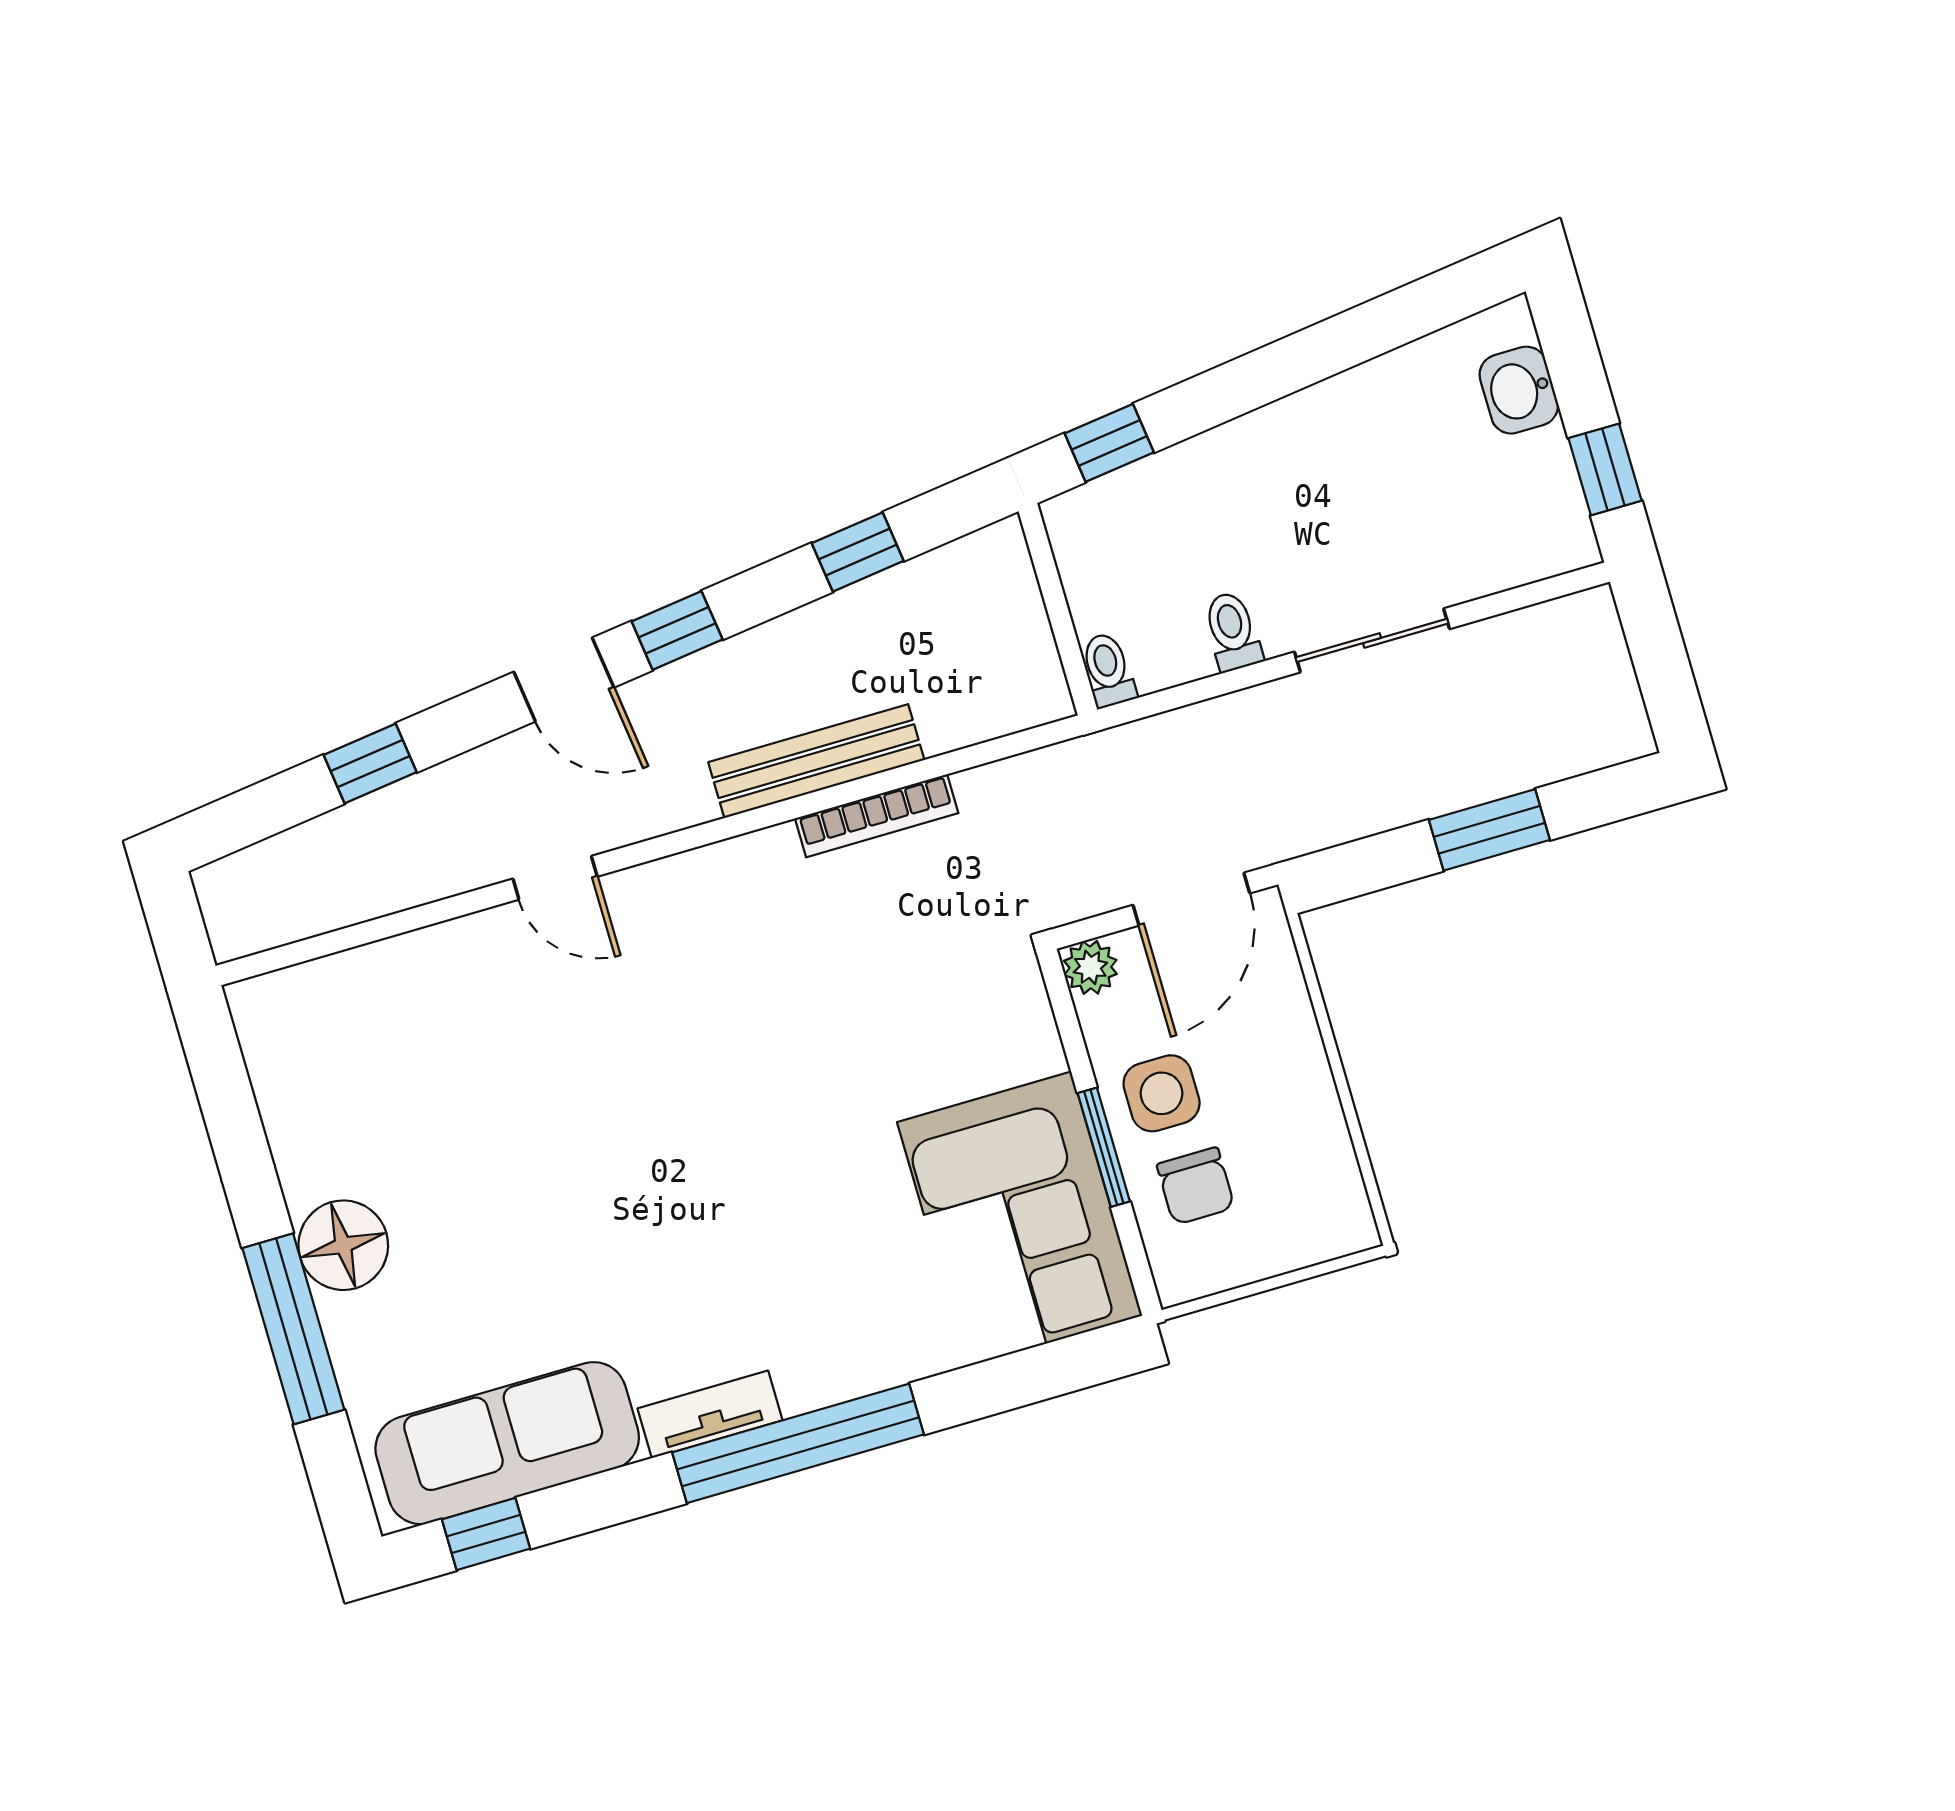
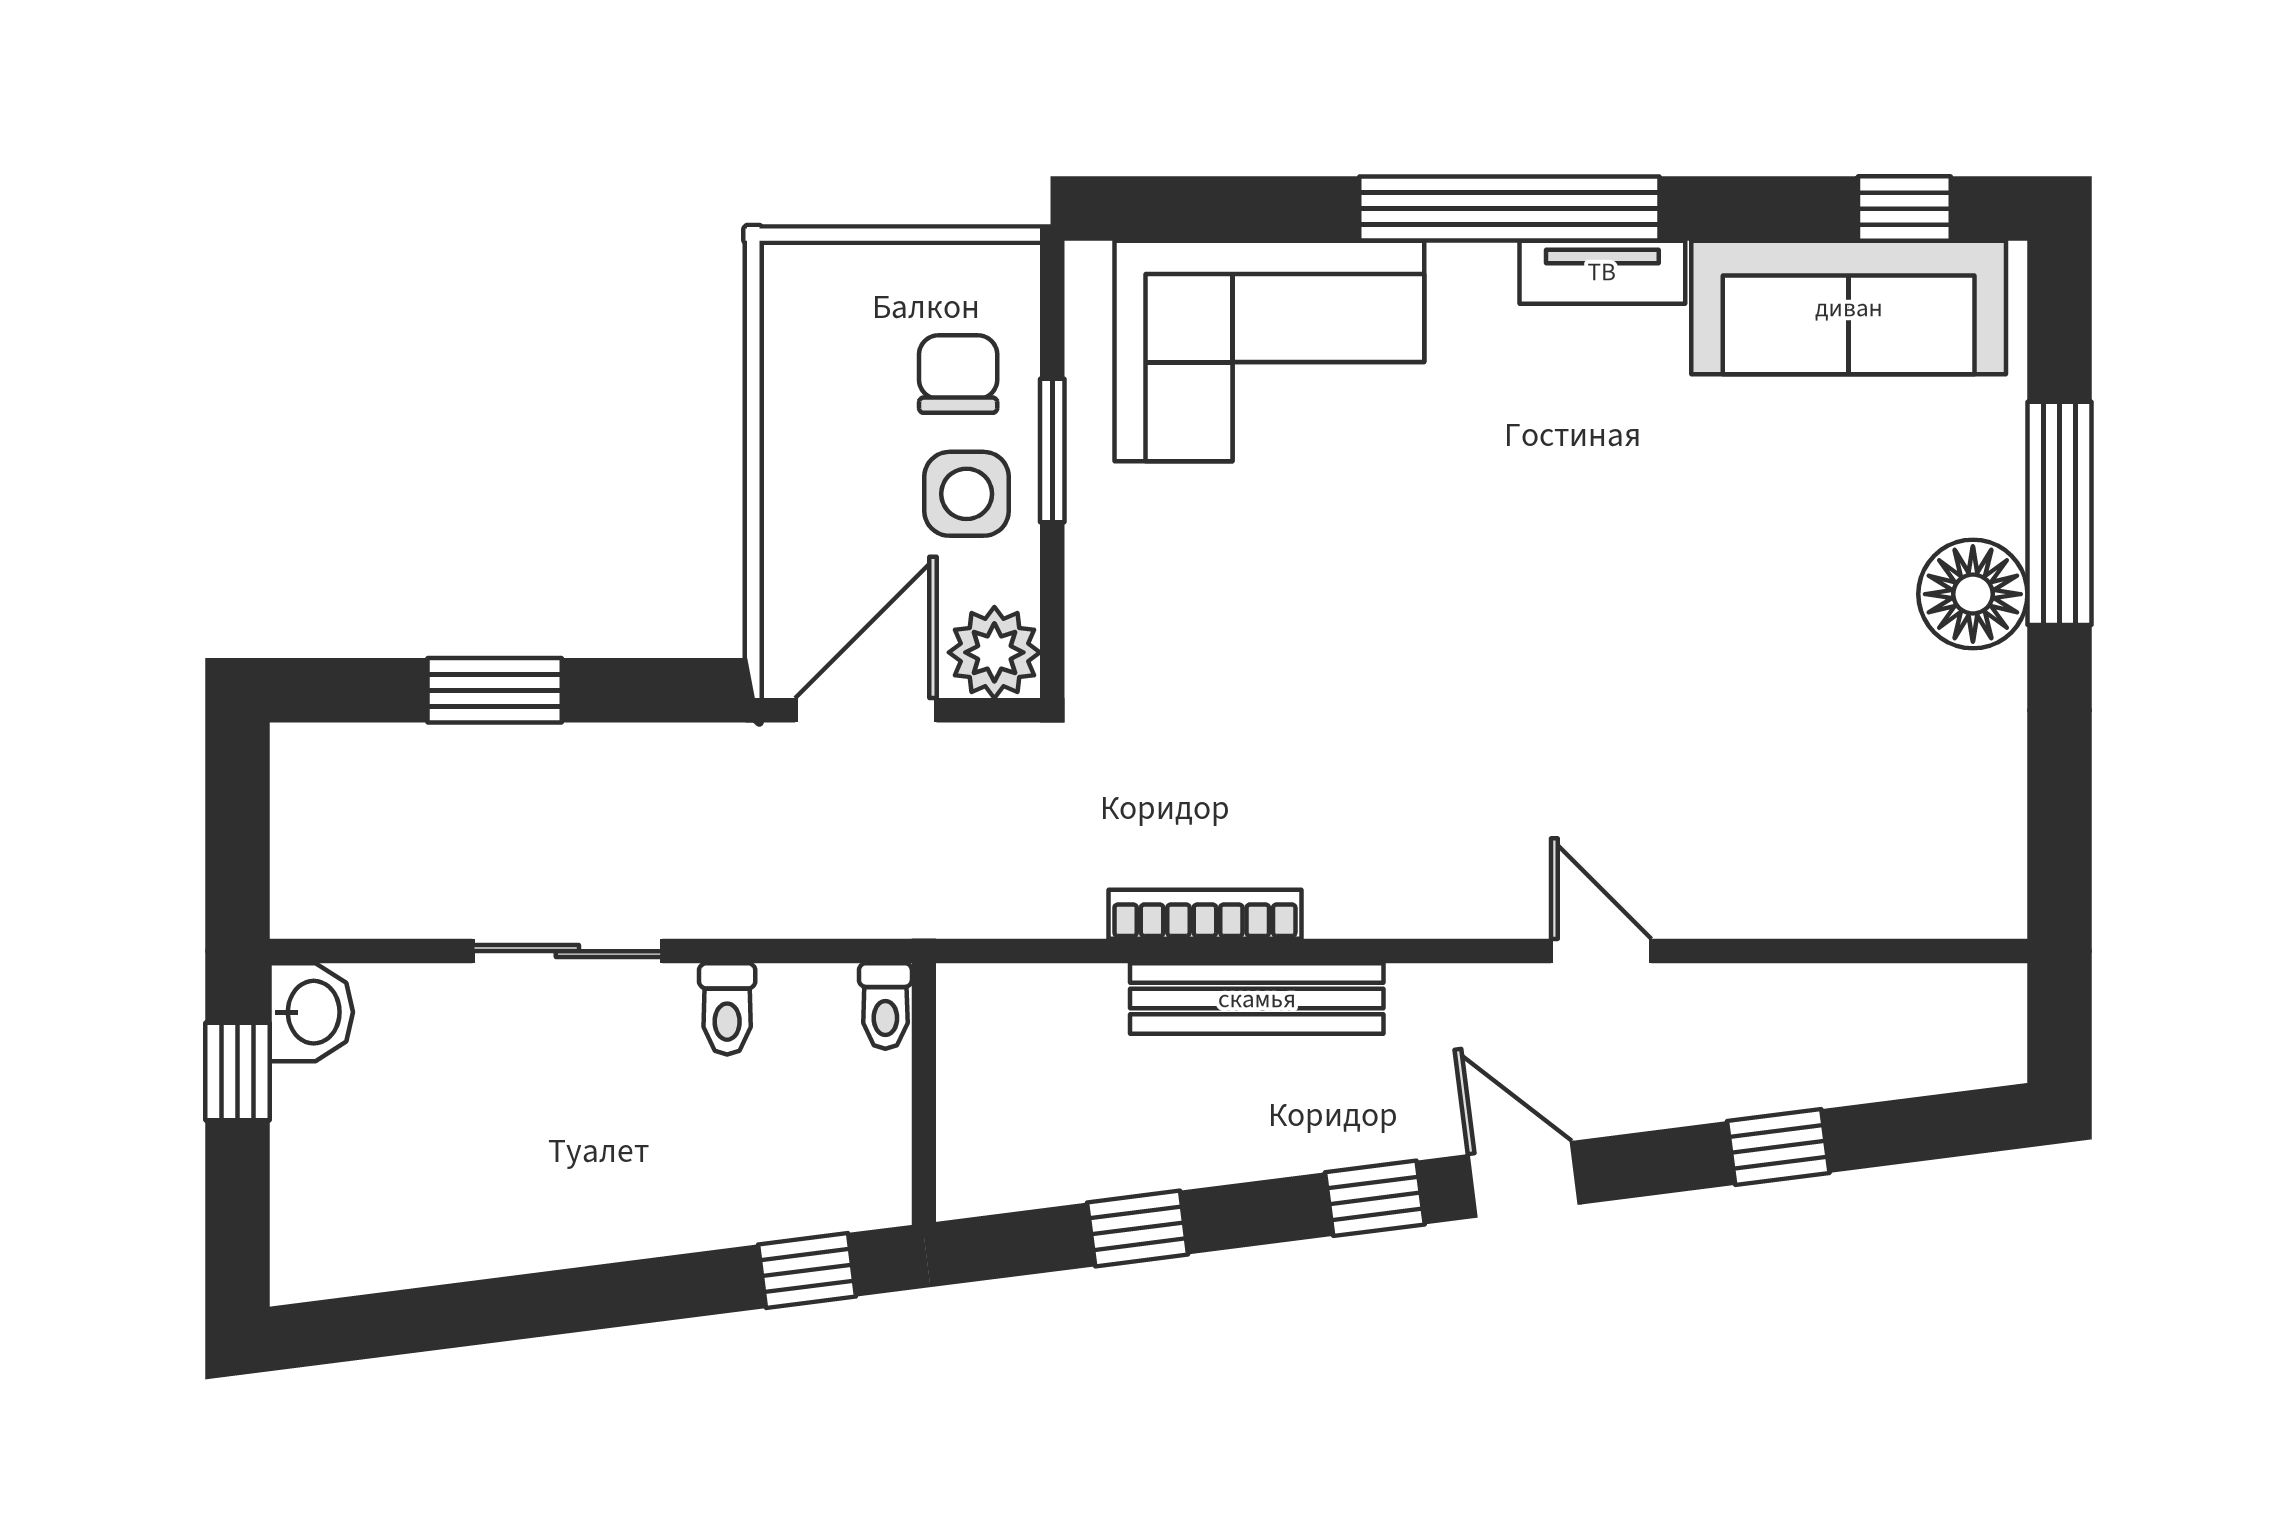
washbasin: (1519, 390) -> (311, 1012), moved
plant: (1090, 967) -> (994, 652), width x1.38, depth x1.38
corner sofa: (1020, 1219) -> (1269, 351), moved, turned 90

